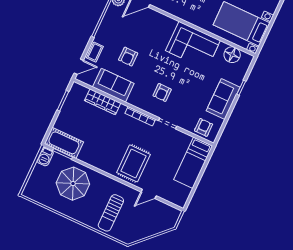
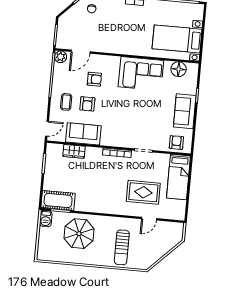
coffee table: (95, 52) -> (66, 102), moved
armchair: (162, 92) -> (94, 79), moved, turned -90
wardrobe: (103, 102) -> (74, 151), width x0.67
rug: (133, 163) -> (143, 192), moved, turned 90

